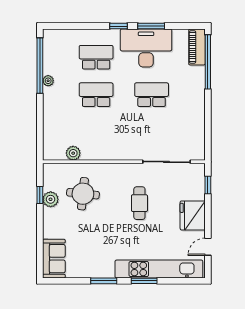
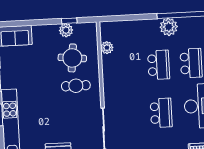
plant: (48, 81) -> (169, 27), width x1.88, depth x1.88
cafe table: (139, 203) -> (76, 86), moved

